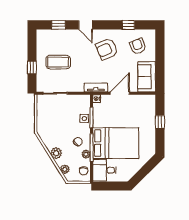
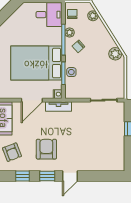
window: (58, 25) -> (47, 176), moved
door: (86, 25) -> (70, 176), swing flipped
armchair: (107, 49) -> (46, 149), turned -67
coffee table: (58, 62) -> (100, 135), removed
bed: (116, 143) -> (36, 63), moved
plant: (56, 153) -> (115, 54), moved

